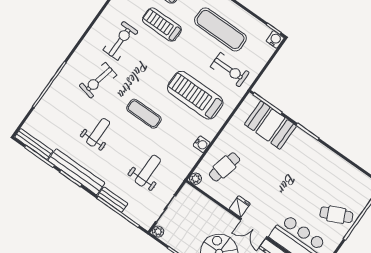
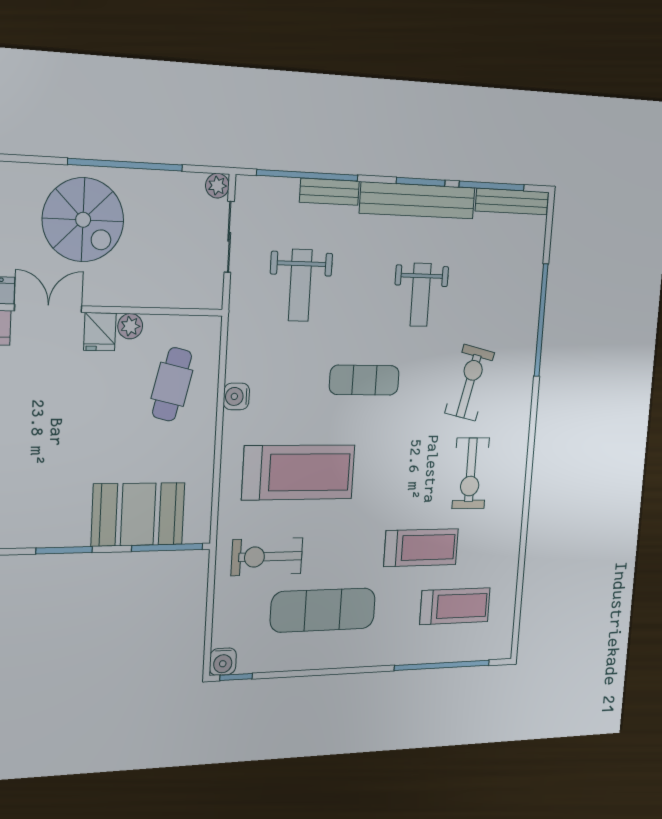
plant: (196, 179) -> (130, 326), moved

